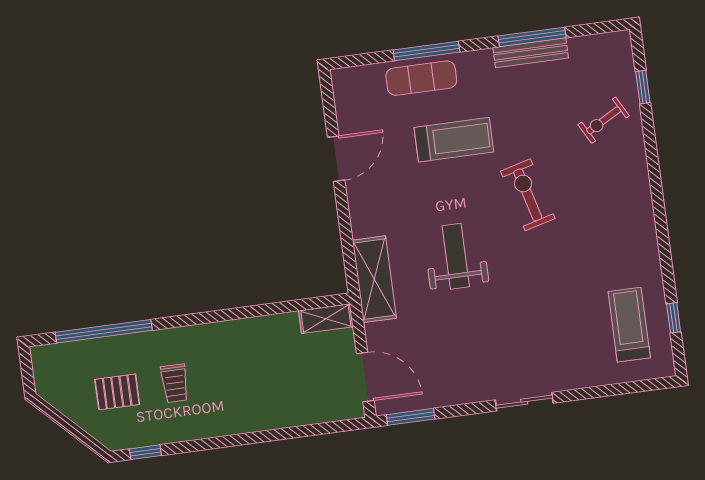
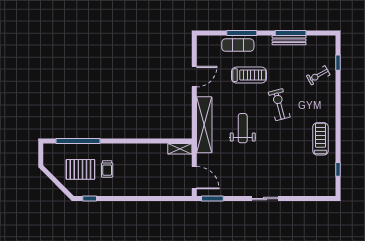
shelving: (374, 279) -> (204, 125), width x1.47
treadmill: (629, 325) -> (321, 139), moved
pallet: (117, 392) -> (80, 169), width x1.50, depth x1.42

